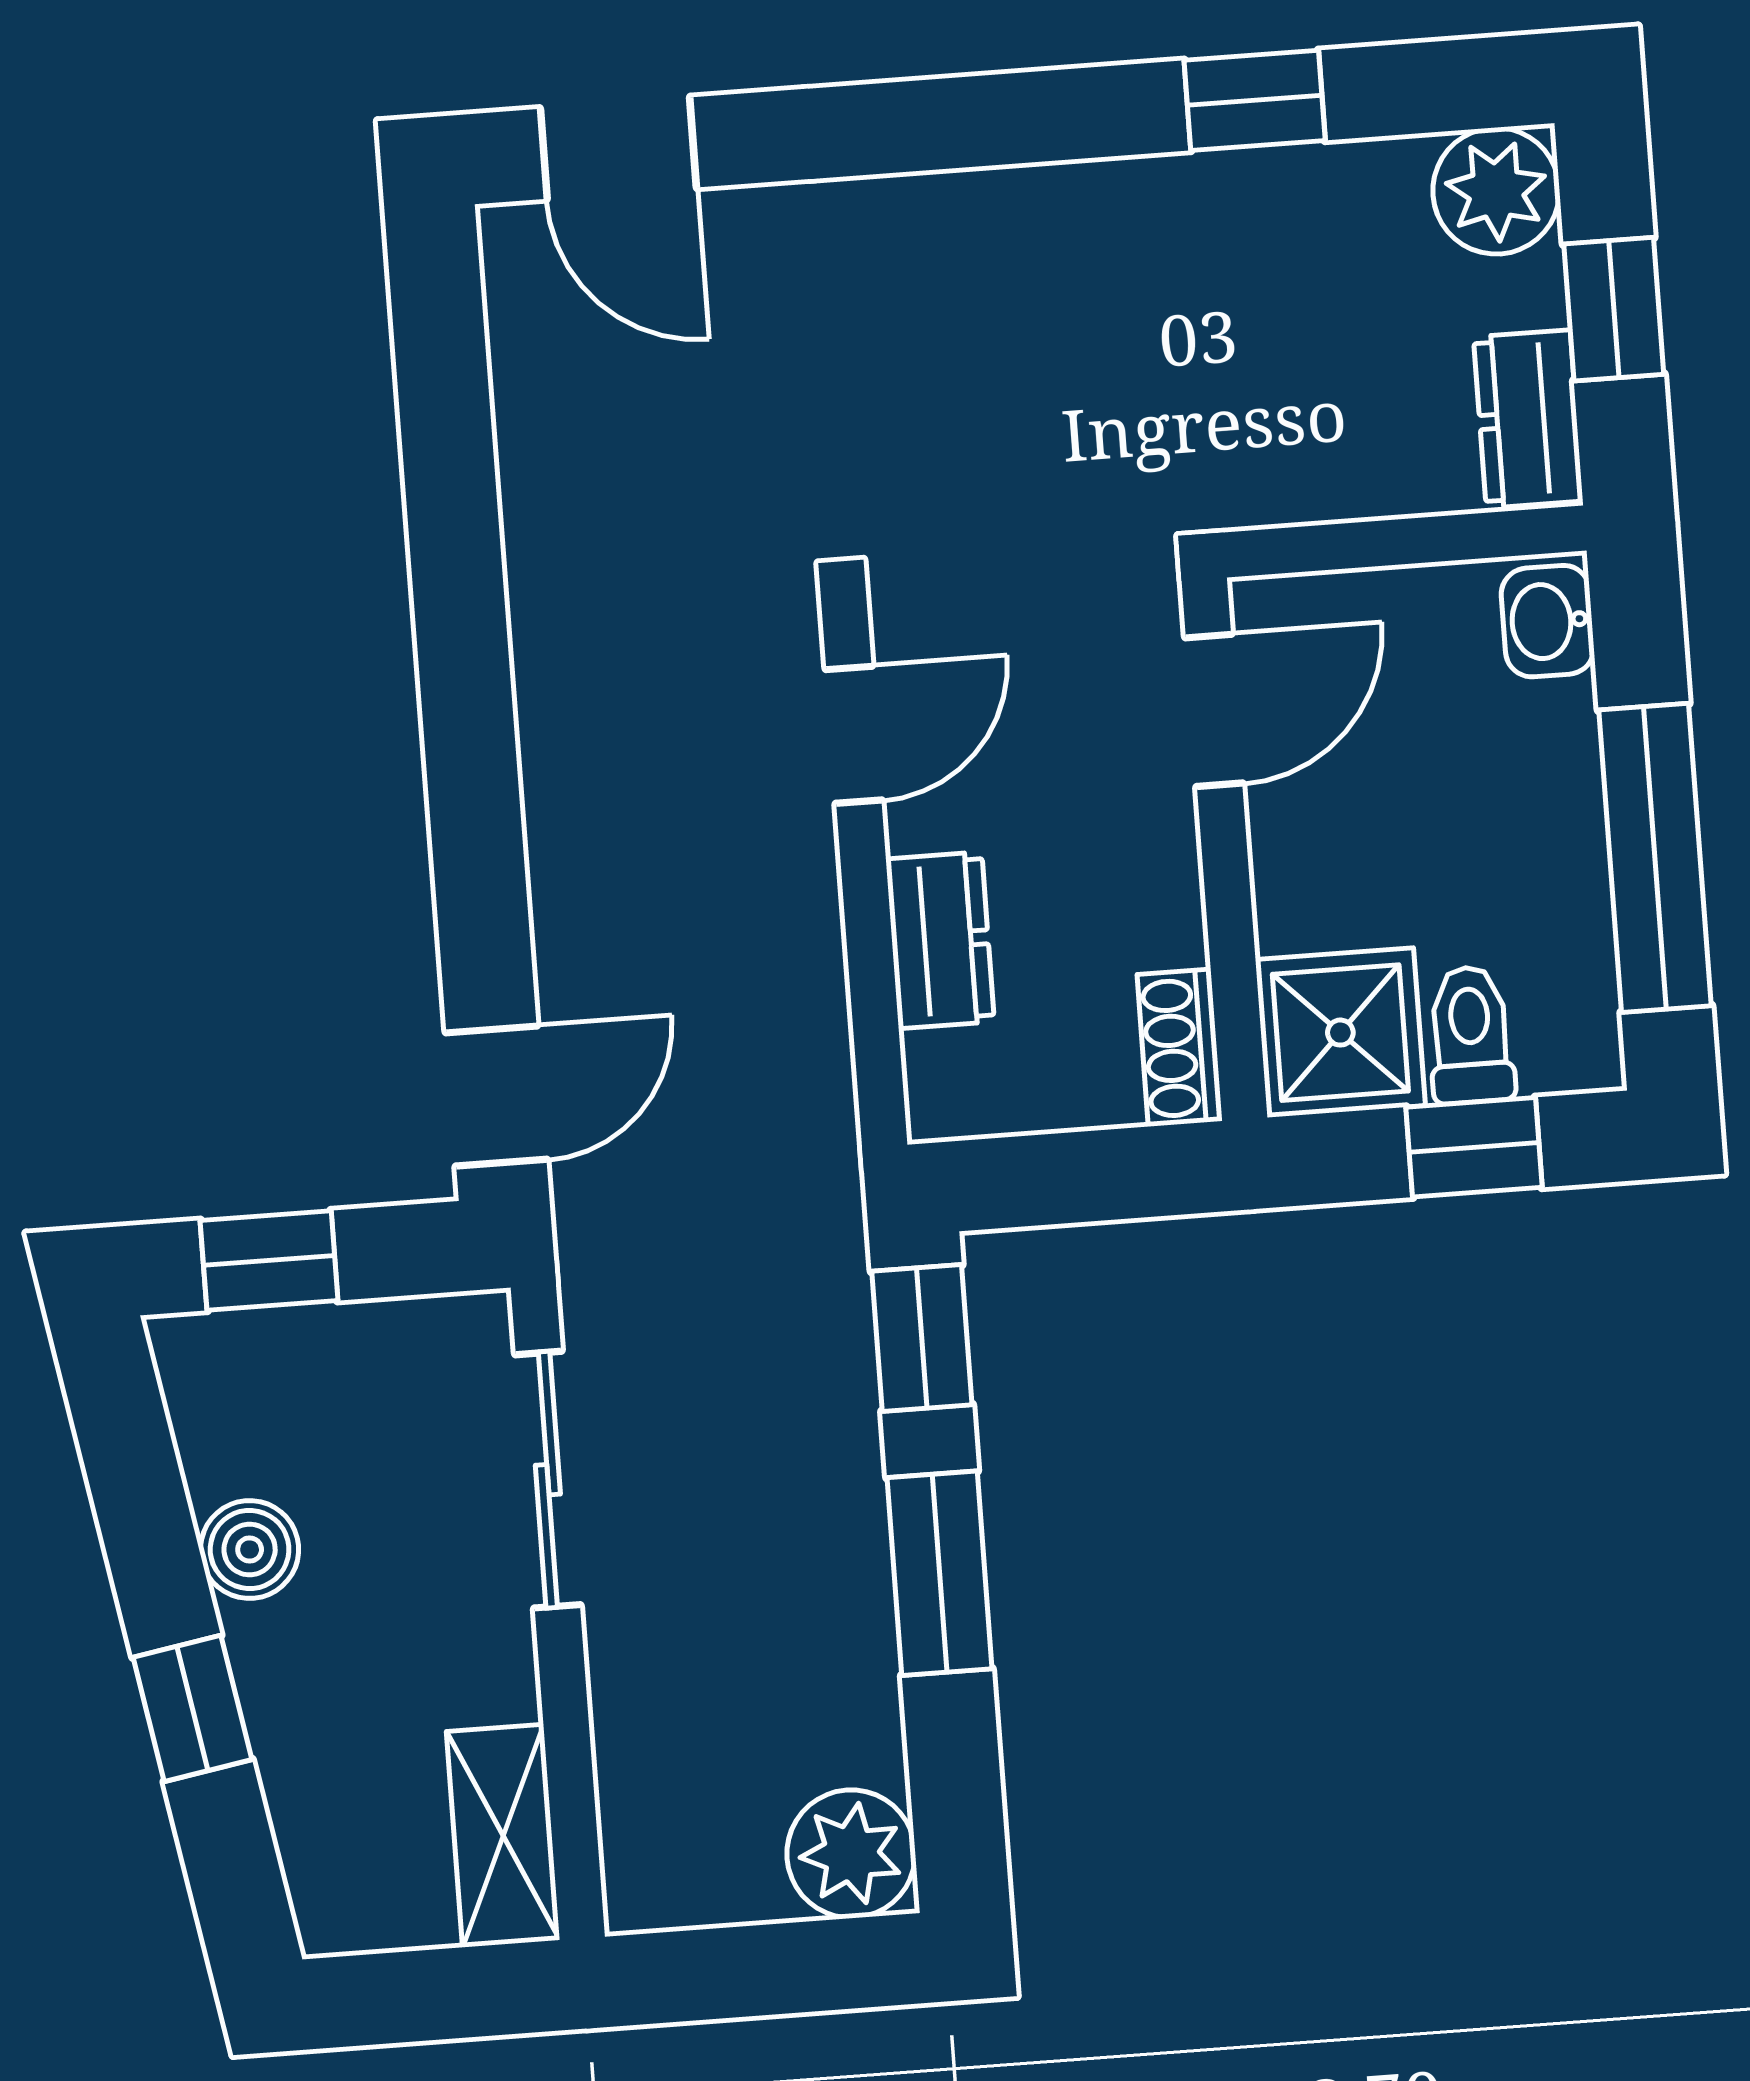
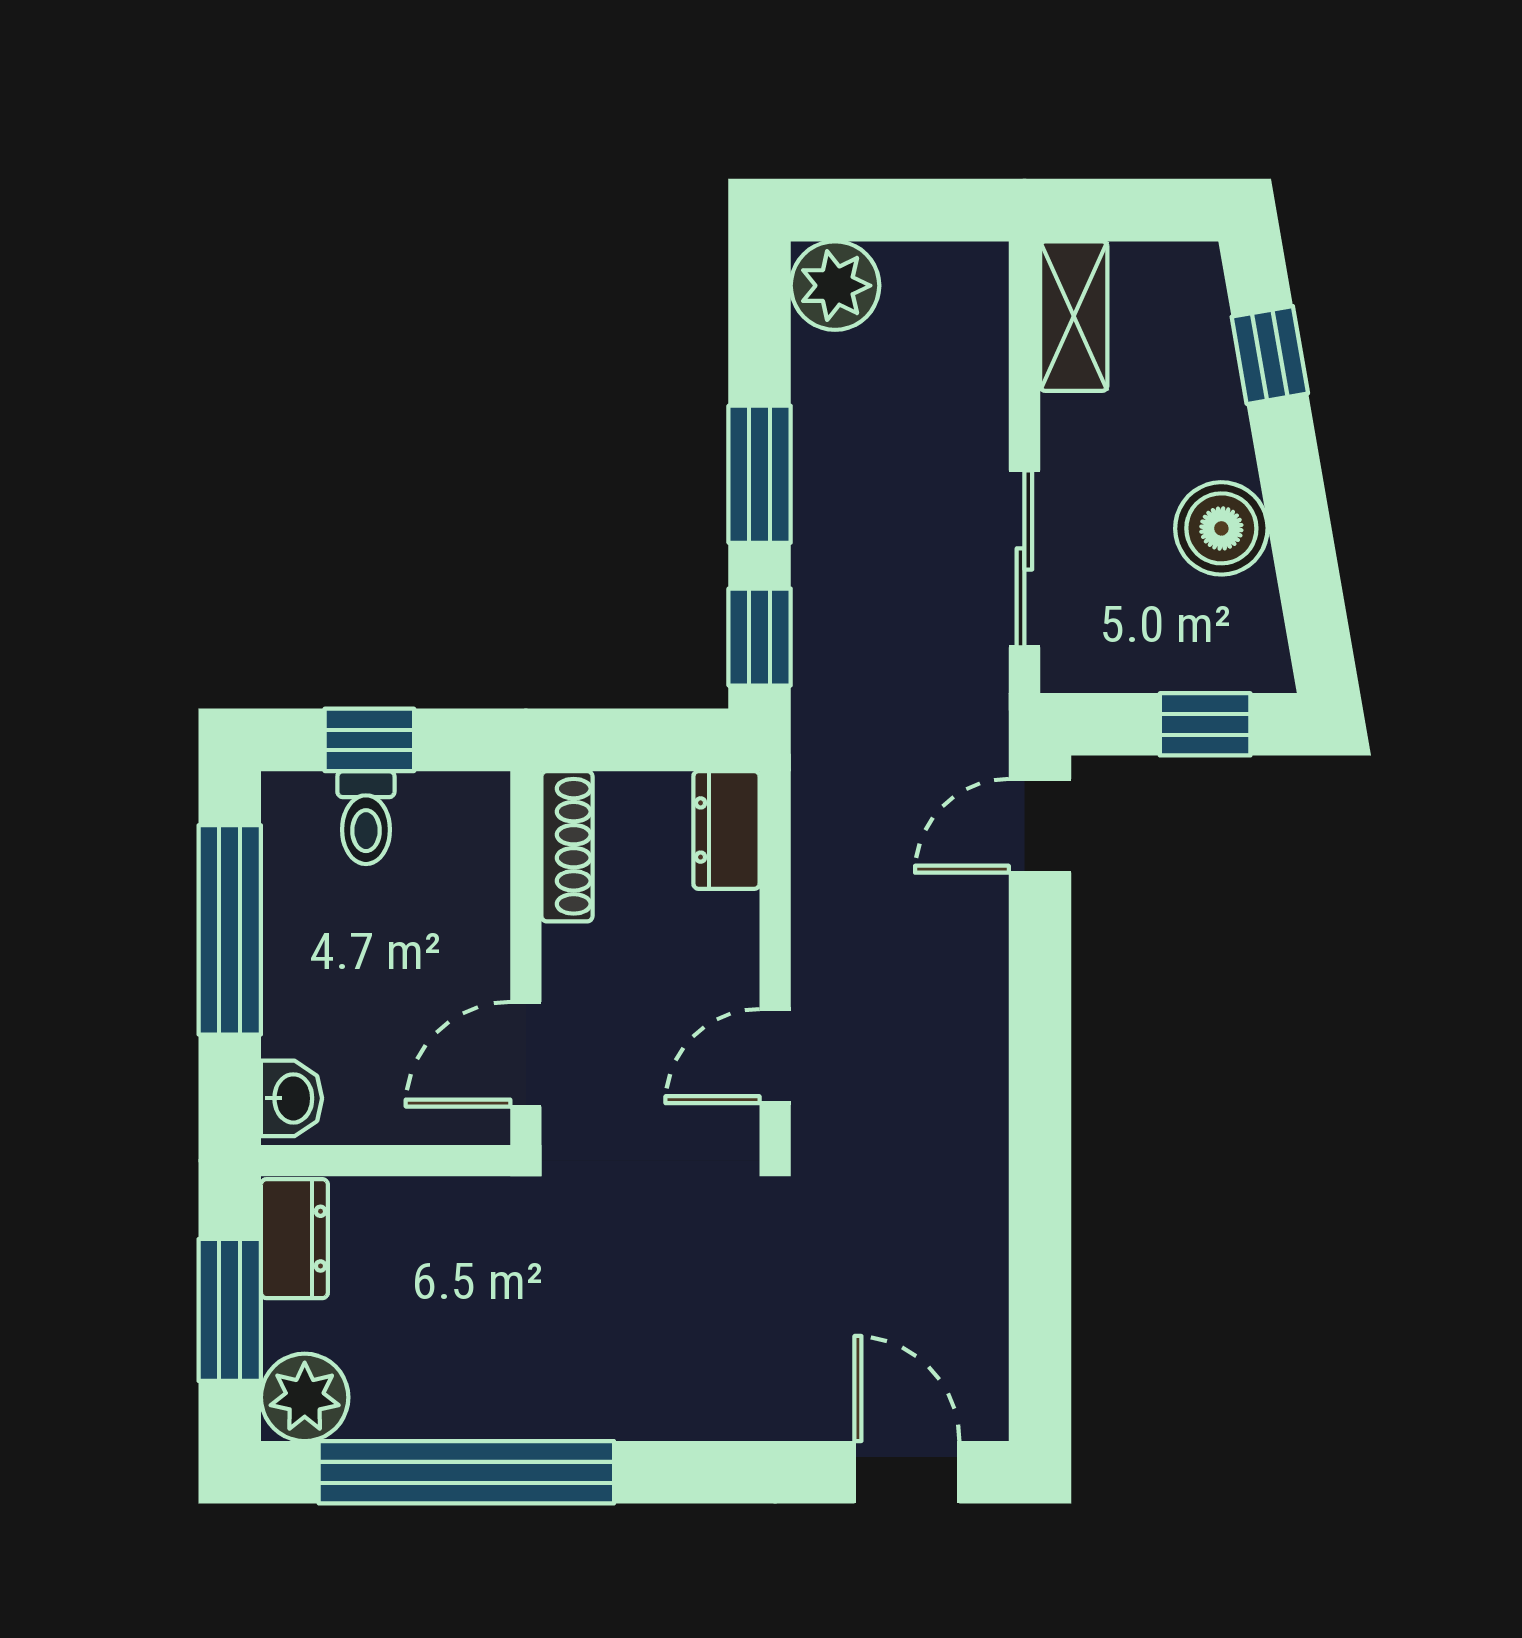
window: (1255, 100) -> (466, 1472), width x3.17
window: (1614, 309) -> (230, 1310), width x1.50
dresser: (940, 940) -> (726, 830), moved
shower: (1340, 1033) -> (456, 826), removed
shoe rack: (1180, 1048) -> (567, 846), width x1.43
boiler: (250, 1550) -> (1221, 528), width x1.36, depth x1.36
window: (192, 1708) -> (1270, 355), moved

